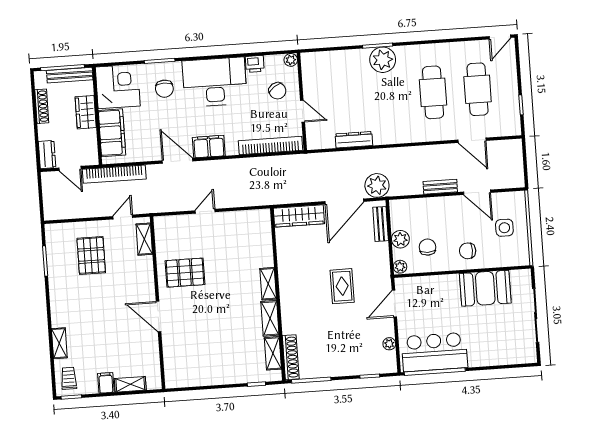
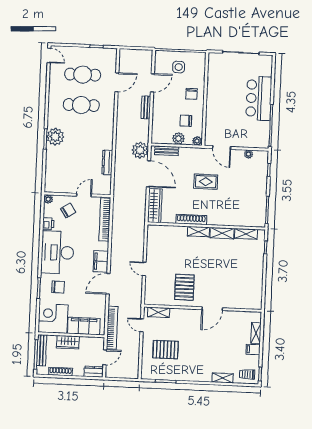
booth: (485, 288) -> (218, 85), removed
bar counter: (435, 352) -> (259, 98), moved
shoe rack: (291, 357) -> (191, 220), moved

